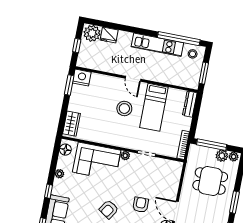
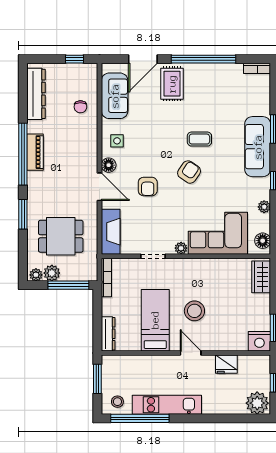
fridge: (109, 35) -> (226, 364), moved, turned 180
fireplace: (174, 177) -> (111, 232), added

